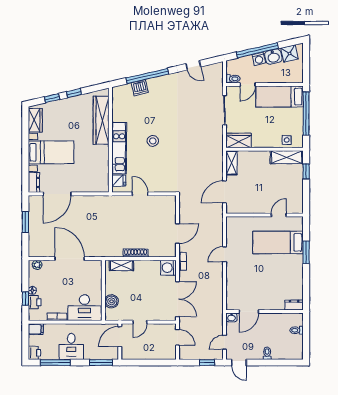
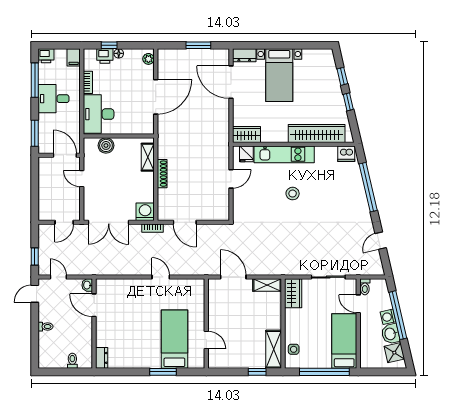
dishwasher: (140, 88) -> (346, 154), moved, turned -77
wardrobe: (35, 120) -> (246, 135), moved, turned 180

